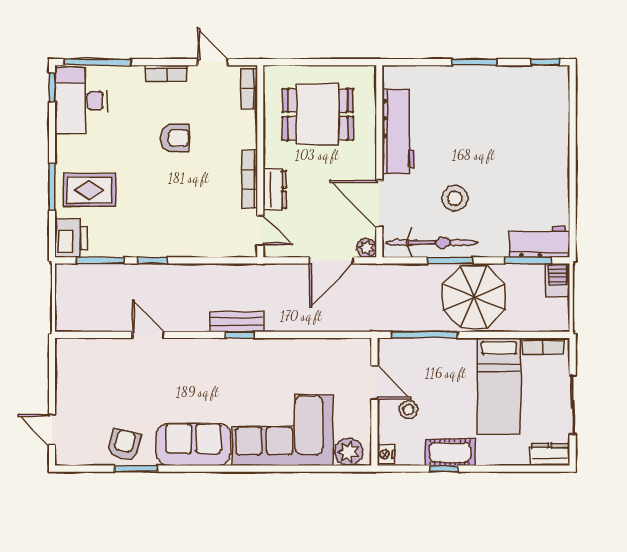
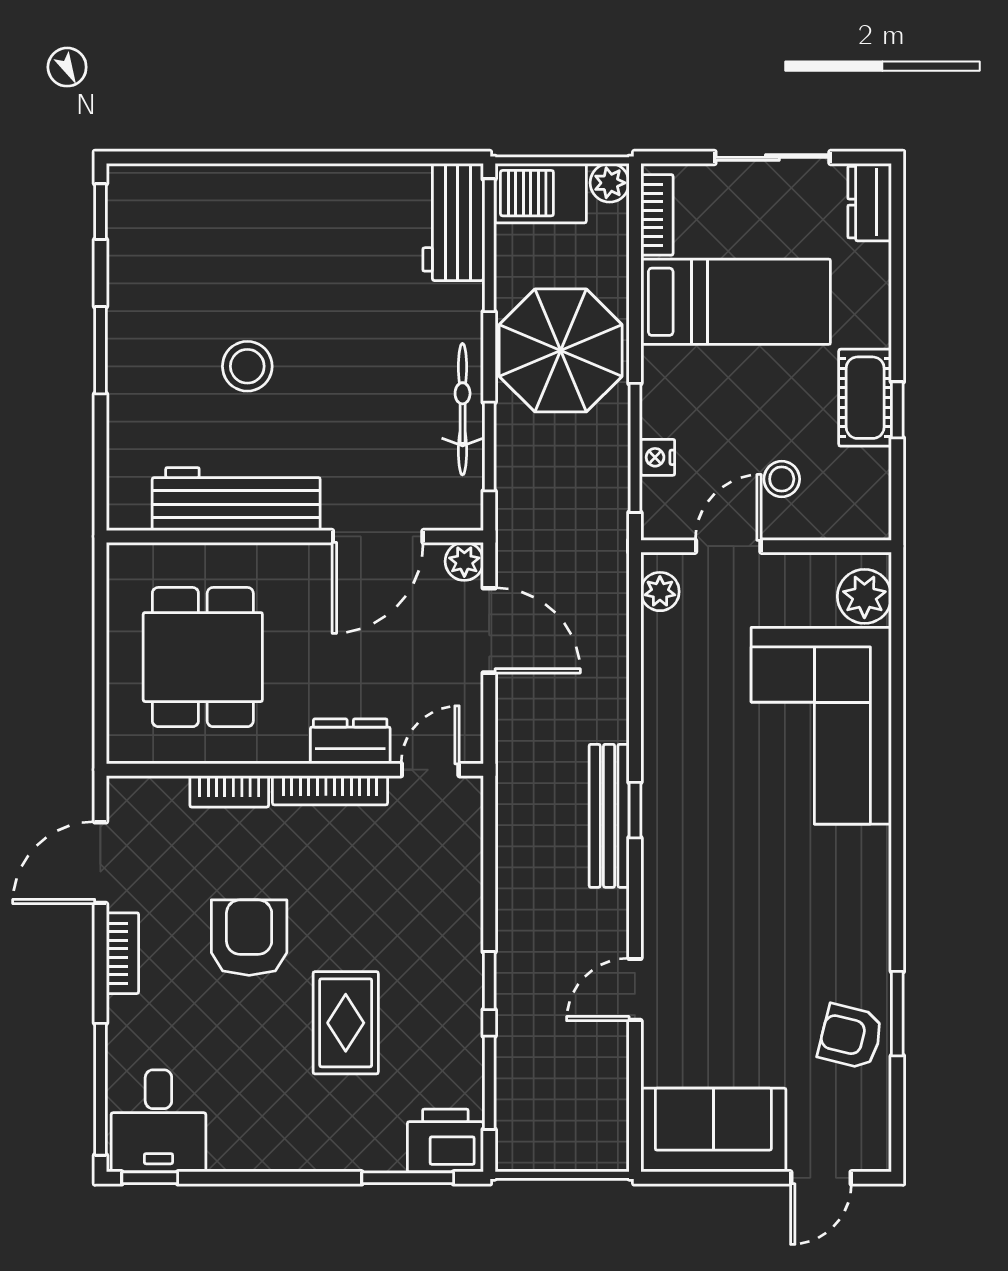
door: (213, 62) -> (100, 863), width x1.38
bookcase: (249, 89) -> (229, 791), moved
desk: (81, 101) -> (158, 1121), width x0.73
armchair: (175, 138) -> (249, 938), width x1.38, depth x1.38
window: (52, 187) -> (408, 1178), moved
rug: (89, 190) -> (346, 1023), moved
stool: (455, 198) -> (247, 366), moved
bicycle: (432, 243) -> (463, 409), width x0.73, depth x0.71
window: (450, 260) -> (489, 447), moved
window: (528, 260) -> (489, 245), width x1.44
barbecue: (558, 280) -> (541, 193), width x1.38, depth x1.27
bench: (237, 322) -> (609, 816), width x1.36
plant: (560, 322) -> (610, 183), added
plant: (351, 348) -> (660, 592), added
sofa: (194, 444) -> (713, 1130), moved, turned 90
nightstand: (386, 454) -> (658, 457), moved, turned 90

